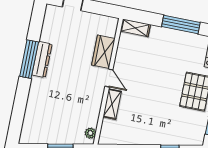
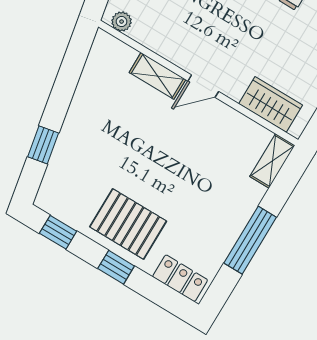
wardrobe: (103, 52) -> (271, 104), moved

